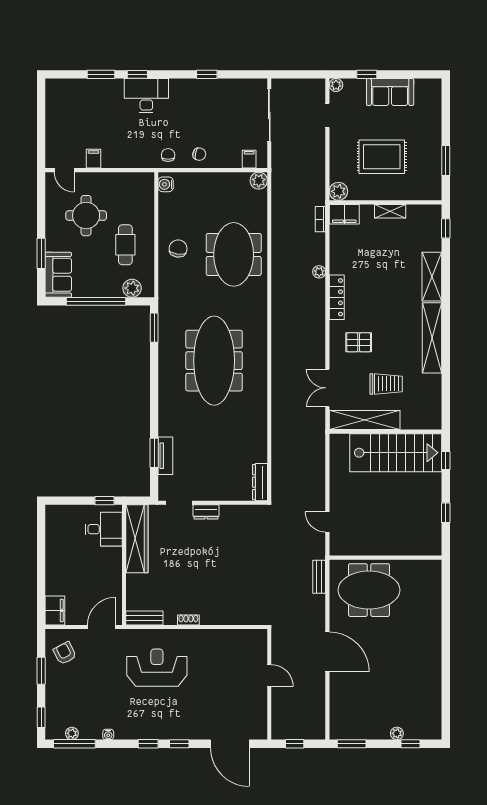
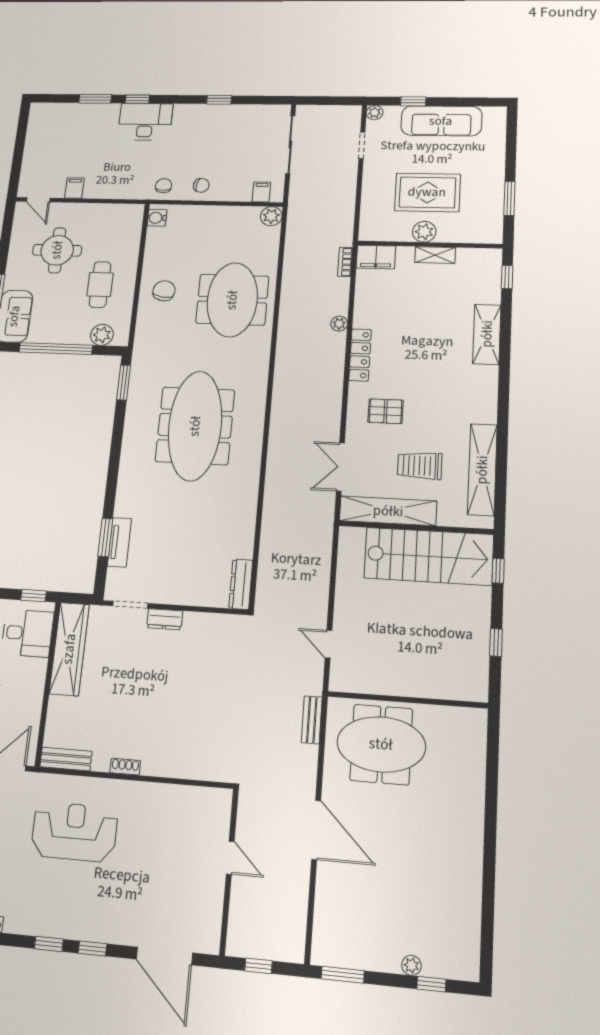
sofa: (390, 92) -> (441, 121), width x1.36
plant: (338, 191) -> (424, 232), moved
shelving: (432, 338) -> (482, 470), moved
trolley: (386, 384) -> (420, 466), turned 180

